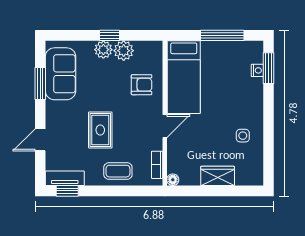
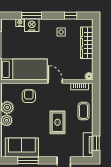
window: (269, 68) -> (32, 16), moved
nightstand: (253, 89) -> (32, 25), added
rug: (100, 130) -> (58, 122), turned 90
window: (269, 151) -> (71, 16), added
wardrobe: (218, 176) -> (87, 43), width x1.50

